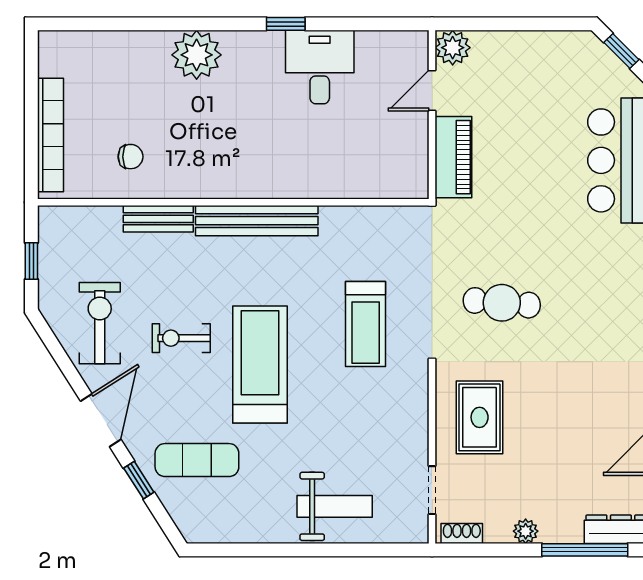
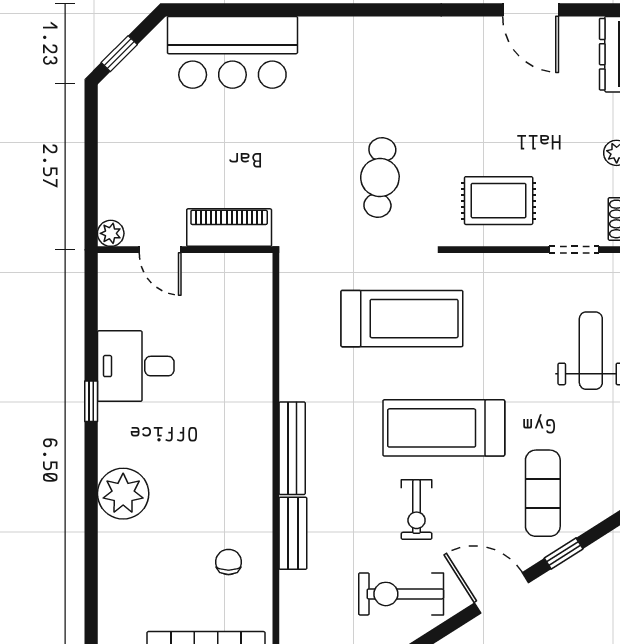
plant: (453, 48) -> (111, 233), width x0.73, depth x0.73
bench: (257, 221) -> (292, 448), width x0.73, depth x0.82
treadmill: (366, 324) -> (402, 319), width x1.37, depth x1.38

